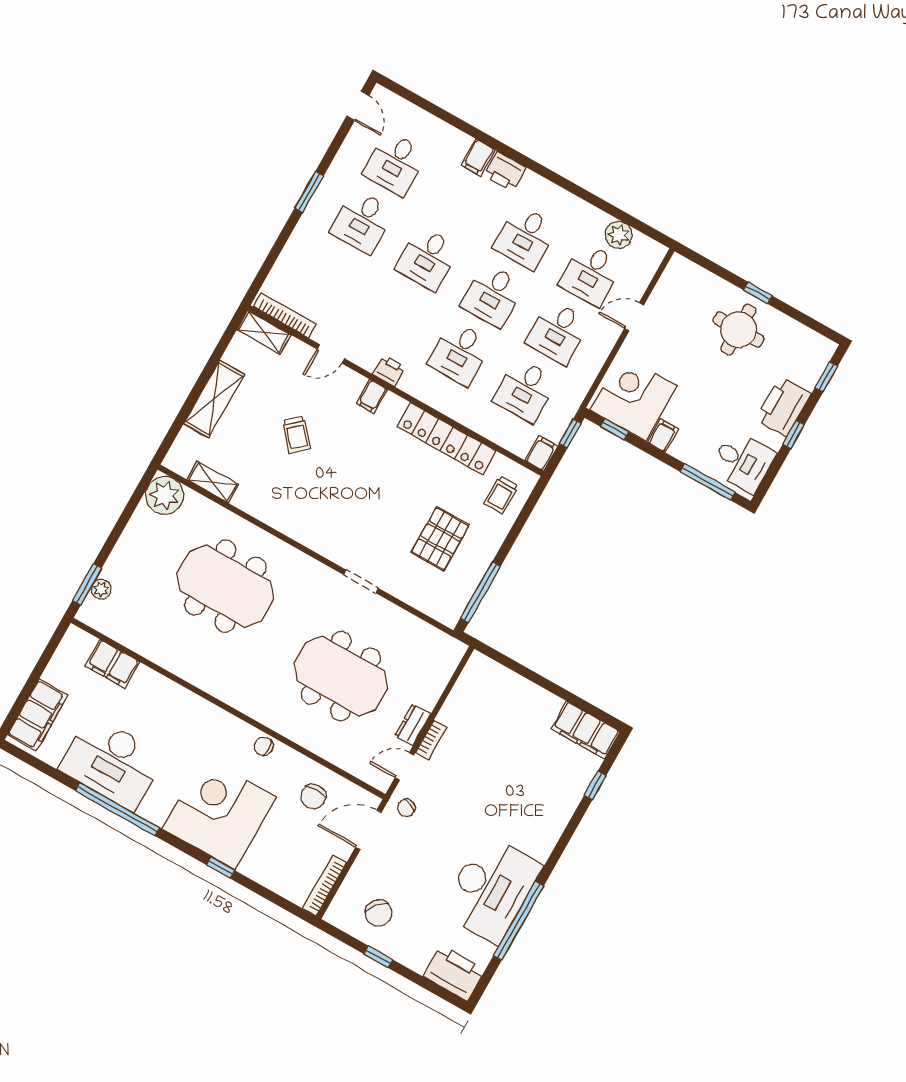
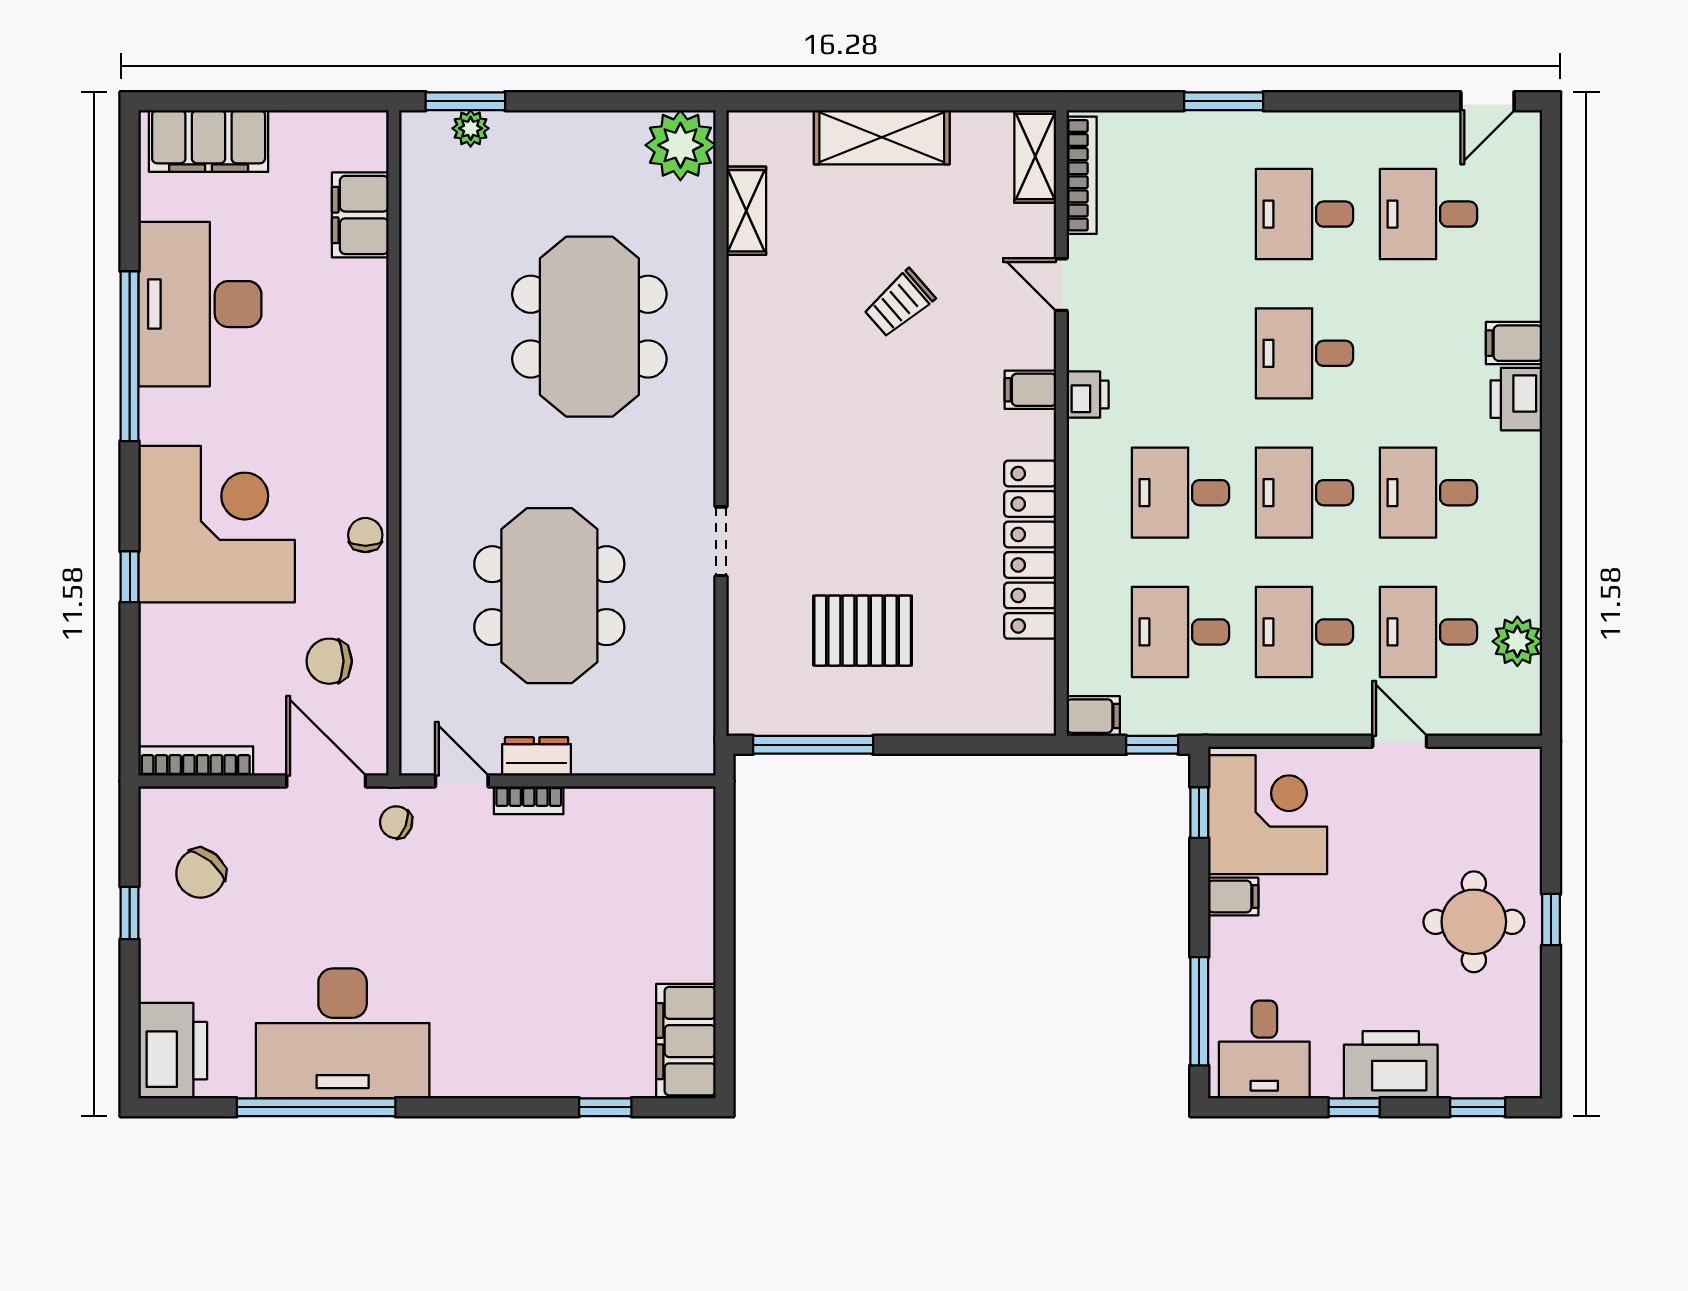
window: (309, 192) -> (1224, 101), moved
trolley: (501, 495) -> (989, 689), removed

